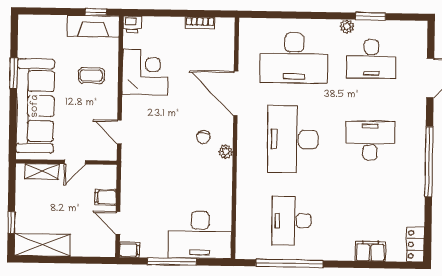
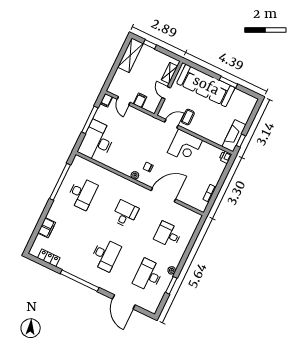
desk: (294, 58) -> (168, 235), width x0.53, depth x0.77
corner desk: (145, 72) -> (185, 146), moved
coffee table: (91, 76) -> (188, 117), moved
desk: (293, 139) -> (125, 214), width x0.53, depth x0.77
desk: (291, 221) -> (82, 193), turned 90
door: (118, 223) -> (124, 101), swing flipped
locker: (415, 244) -> (49, 258), moved

